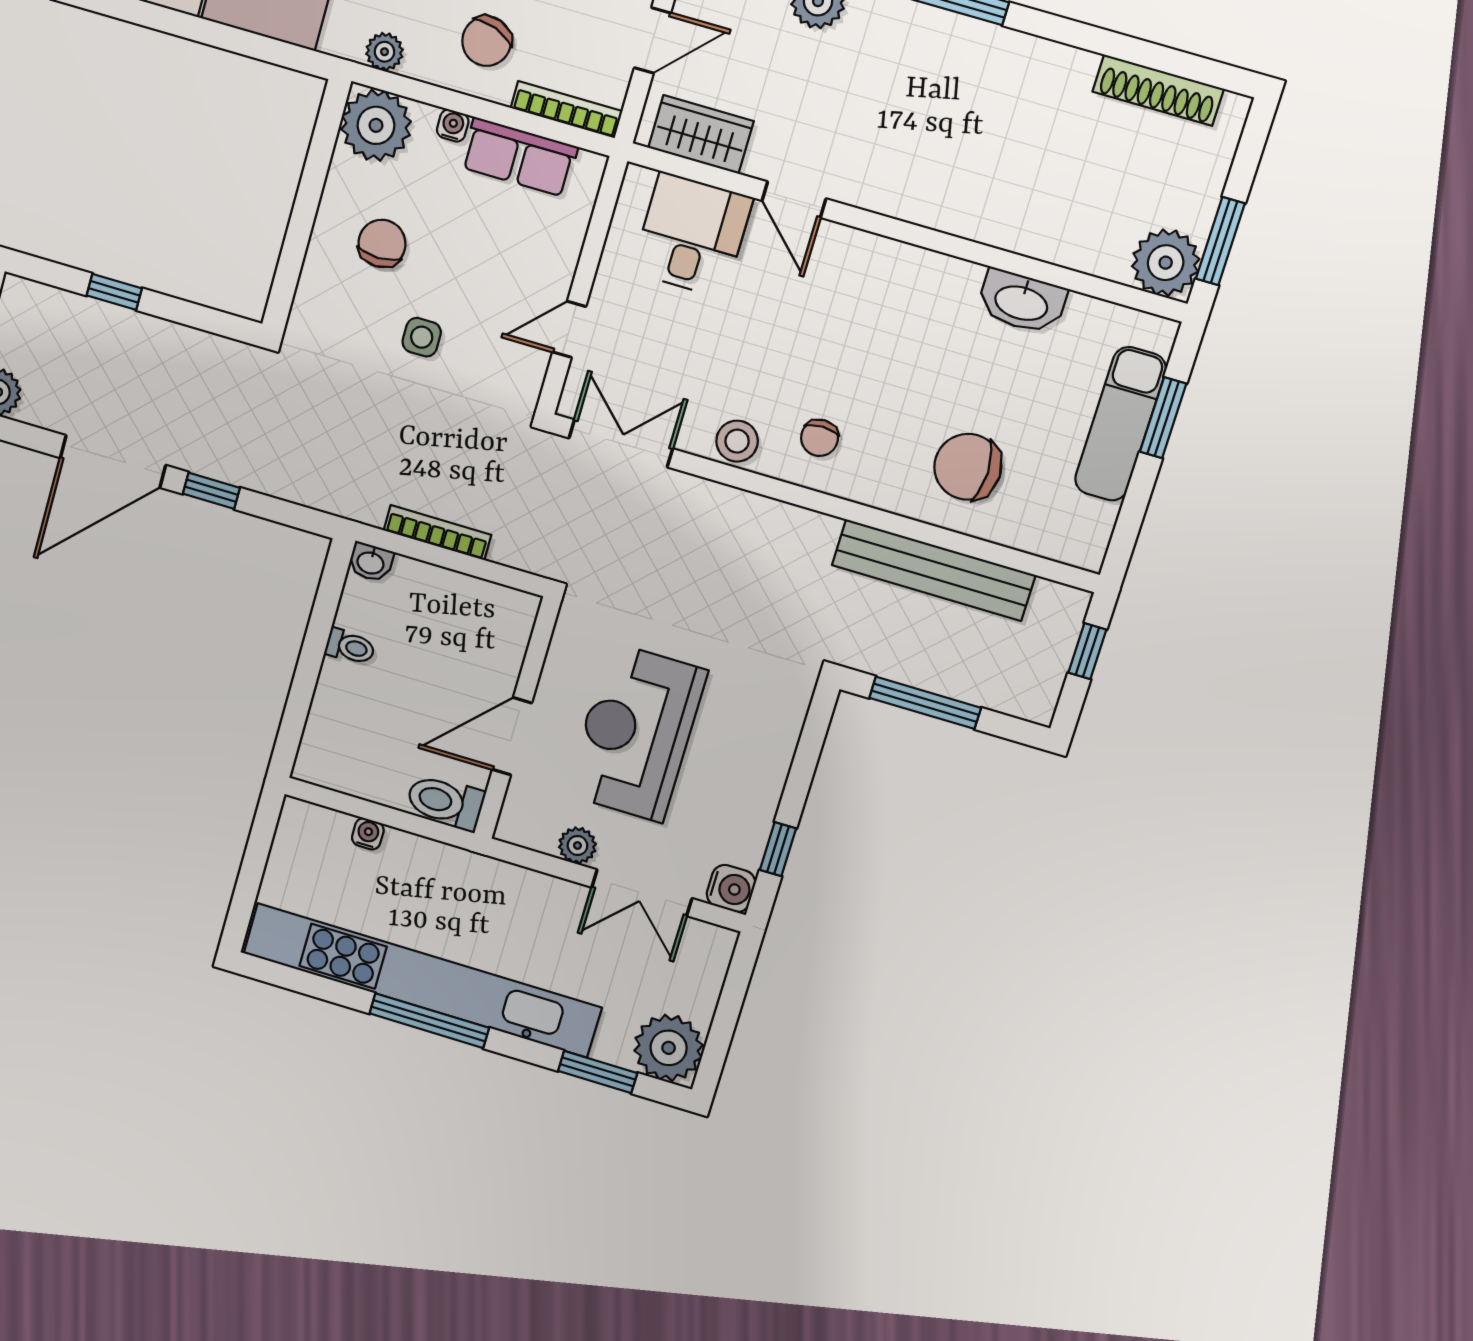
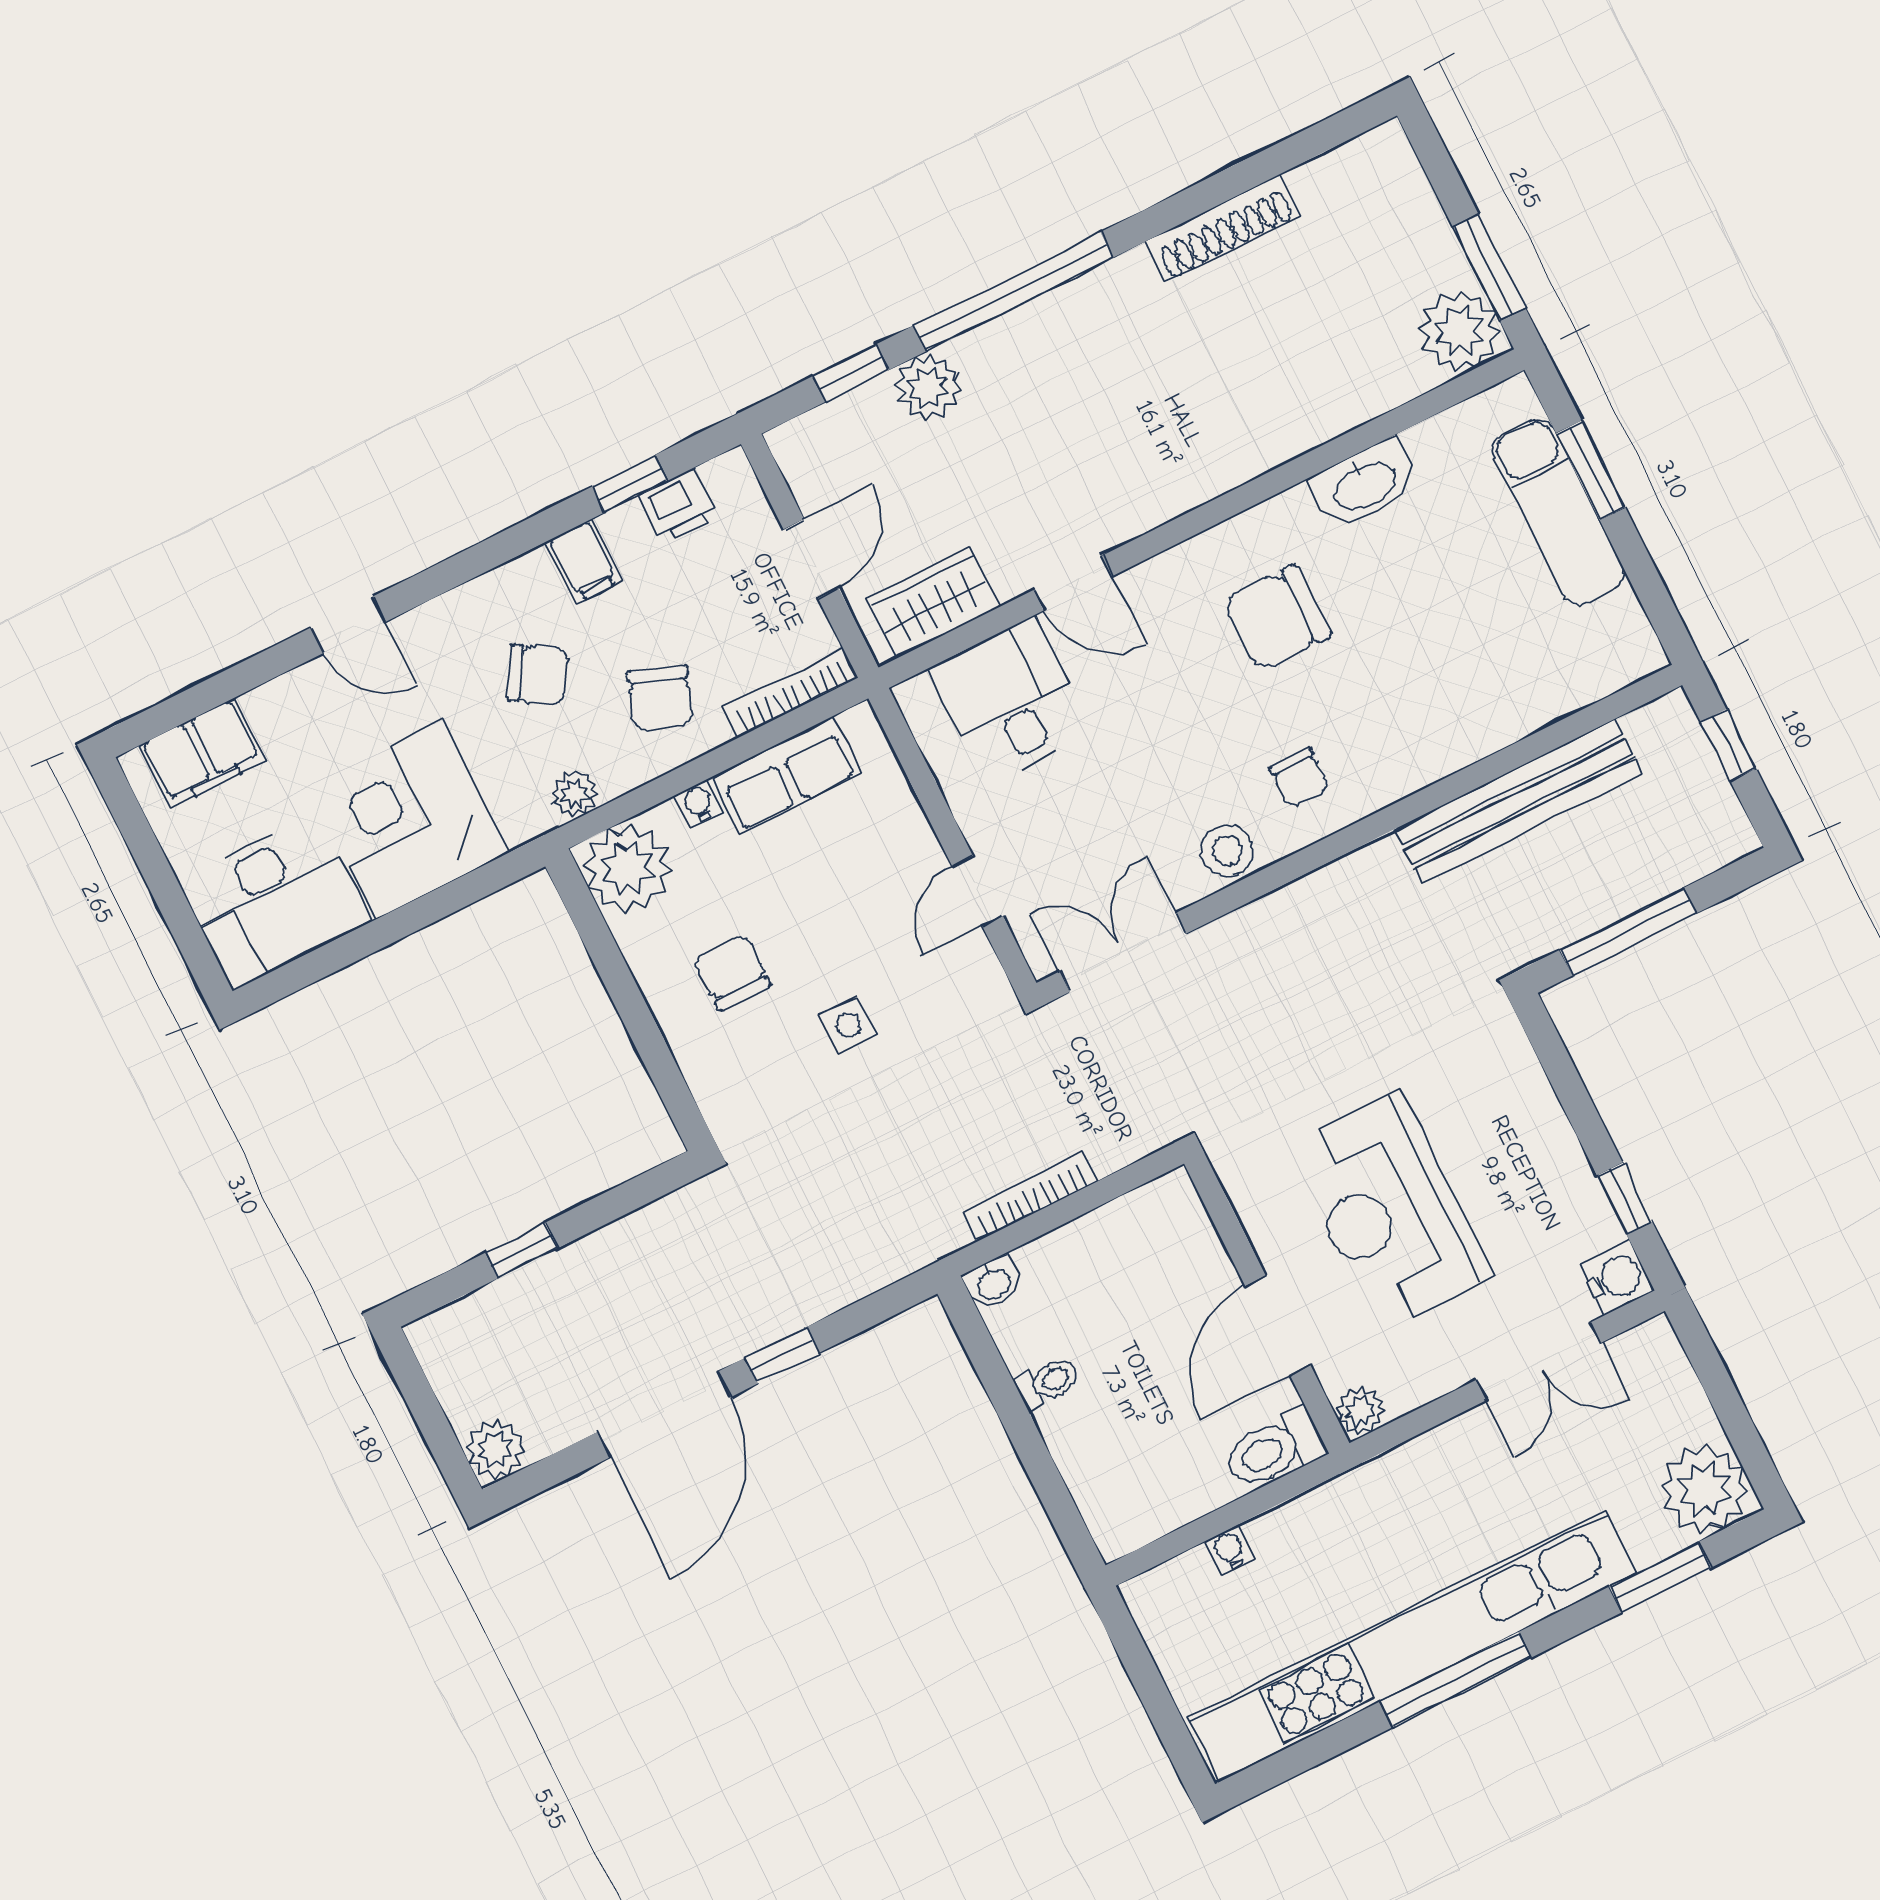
shoe rack: (1158, 90) -> (1223, 229), moved
chair: (968, 467) -> (1277, 618), moved
plant: (577, 846) -> (1360, 1411), moved

